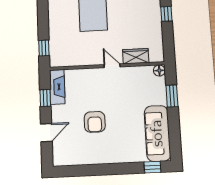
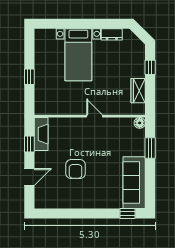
window: (44, 48) -> (29, 77), moved
wardrobe: (136, 56) -> (138, 91), moved, turned -90

